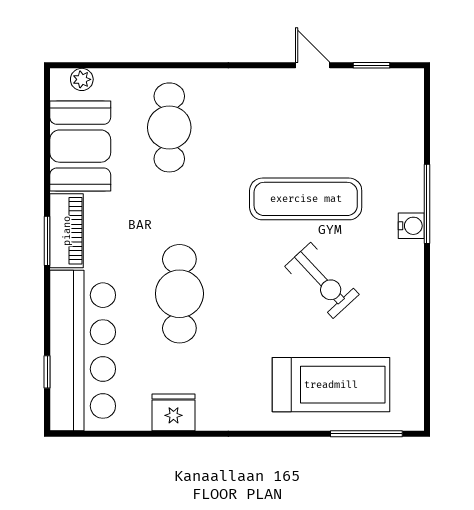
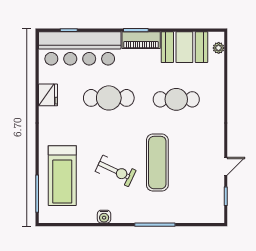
cafe table: (169, 127) -> (176, 99), moved
water cooler: (411, 226) -> (104, 217), moved
exercise bike: (322, 280) -> (116, 171), turned -112

